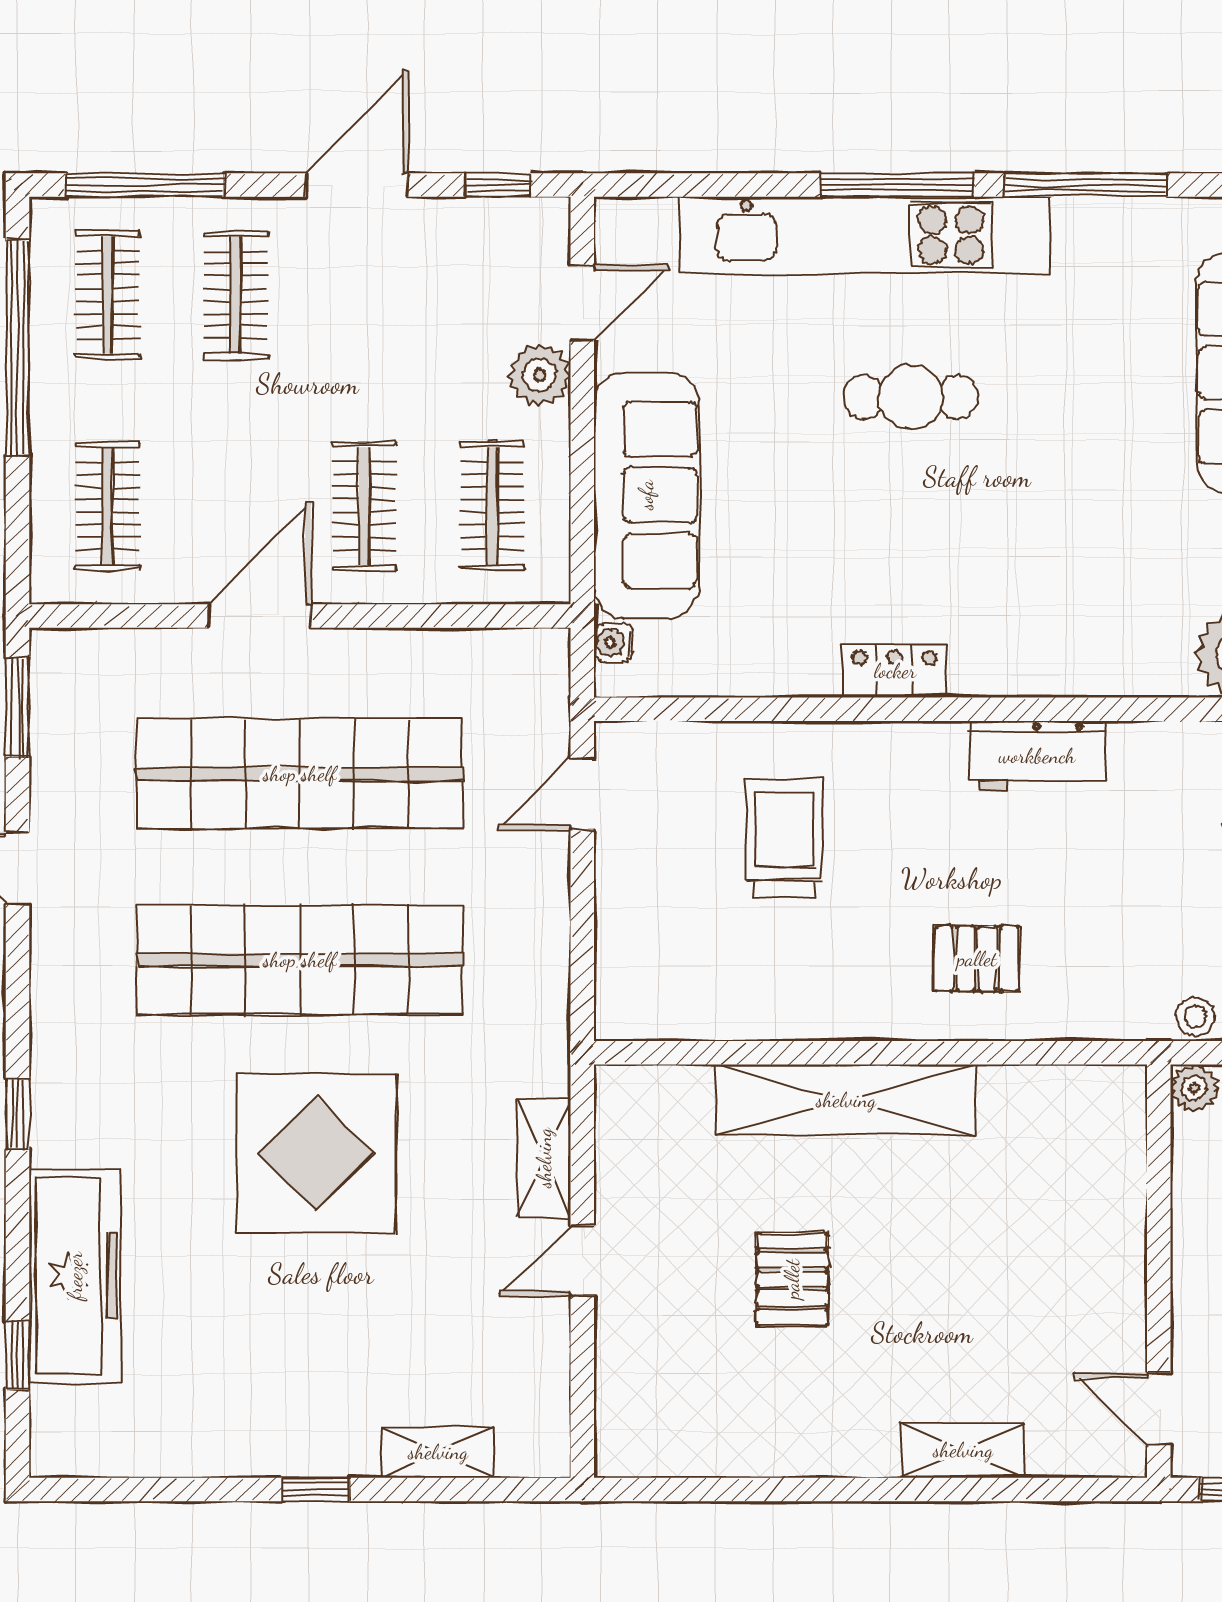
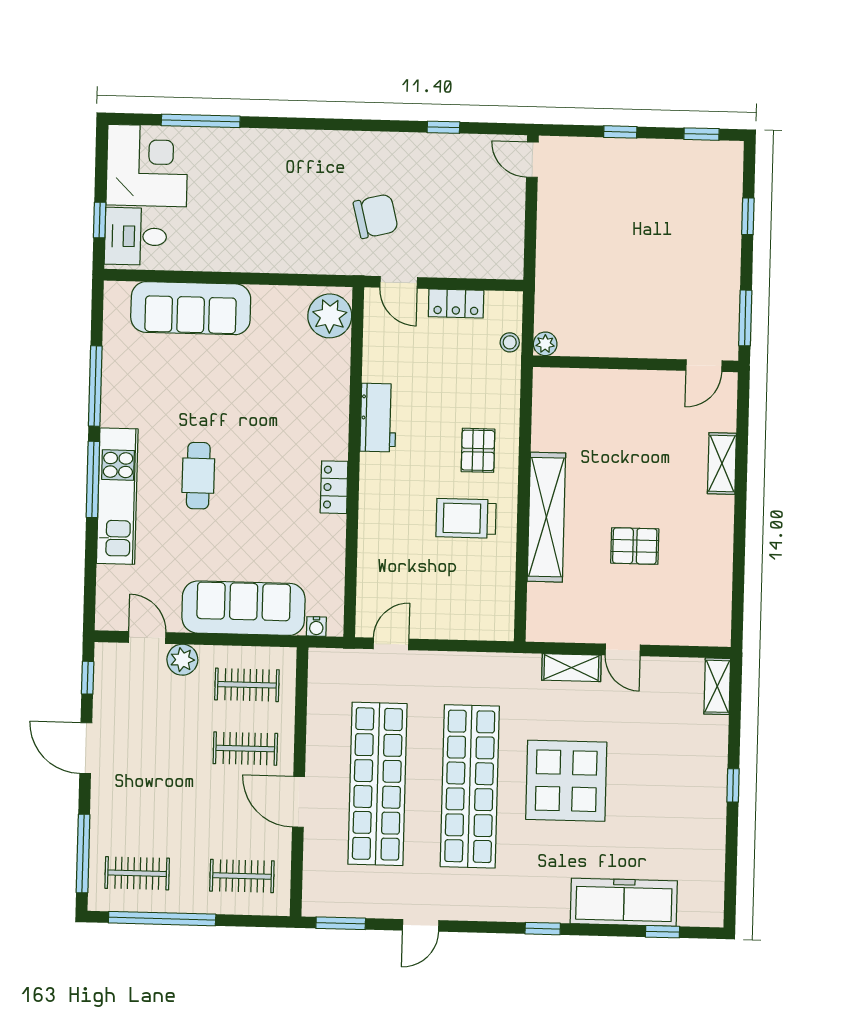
kitchen unit: (865, 235) -> (117, 496), width x0.73
clothes rail: (236, 295) -> (139, 810), removed
door: (582, 794) -> (391, 644), swing flipped
trolley: (784, 837) -> (466, 518), moved
shelving: (438, 1452) -> (717, 686), moved

